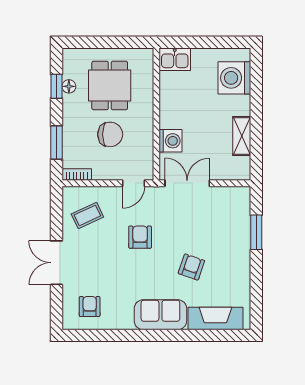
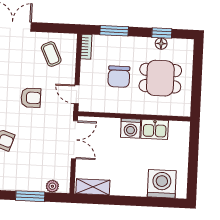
kitchen sink: (175, 59) -> (155, 129), moved, turned -90
shelving: (242, 136) -> (93, 187), moved
washing machine: (170, 141) -> (131, 128), moved
plant: (243, 207) -> (52, 186), added

